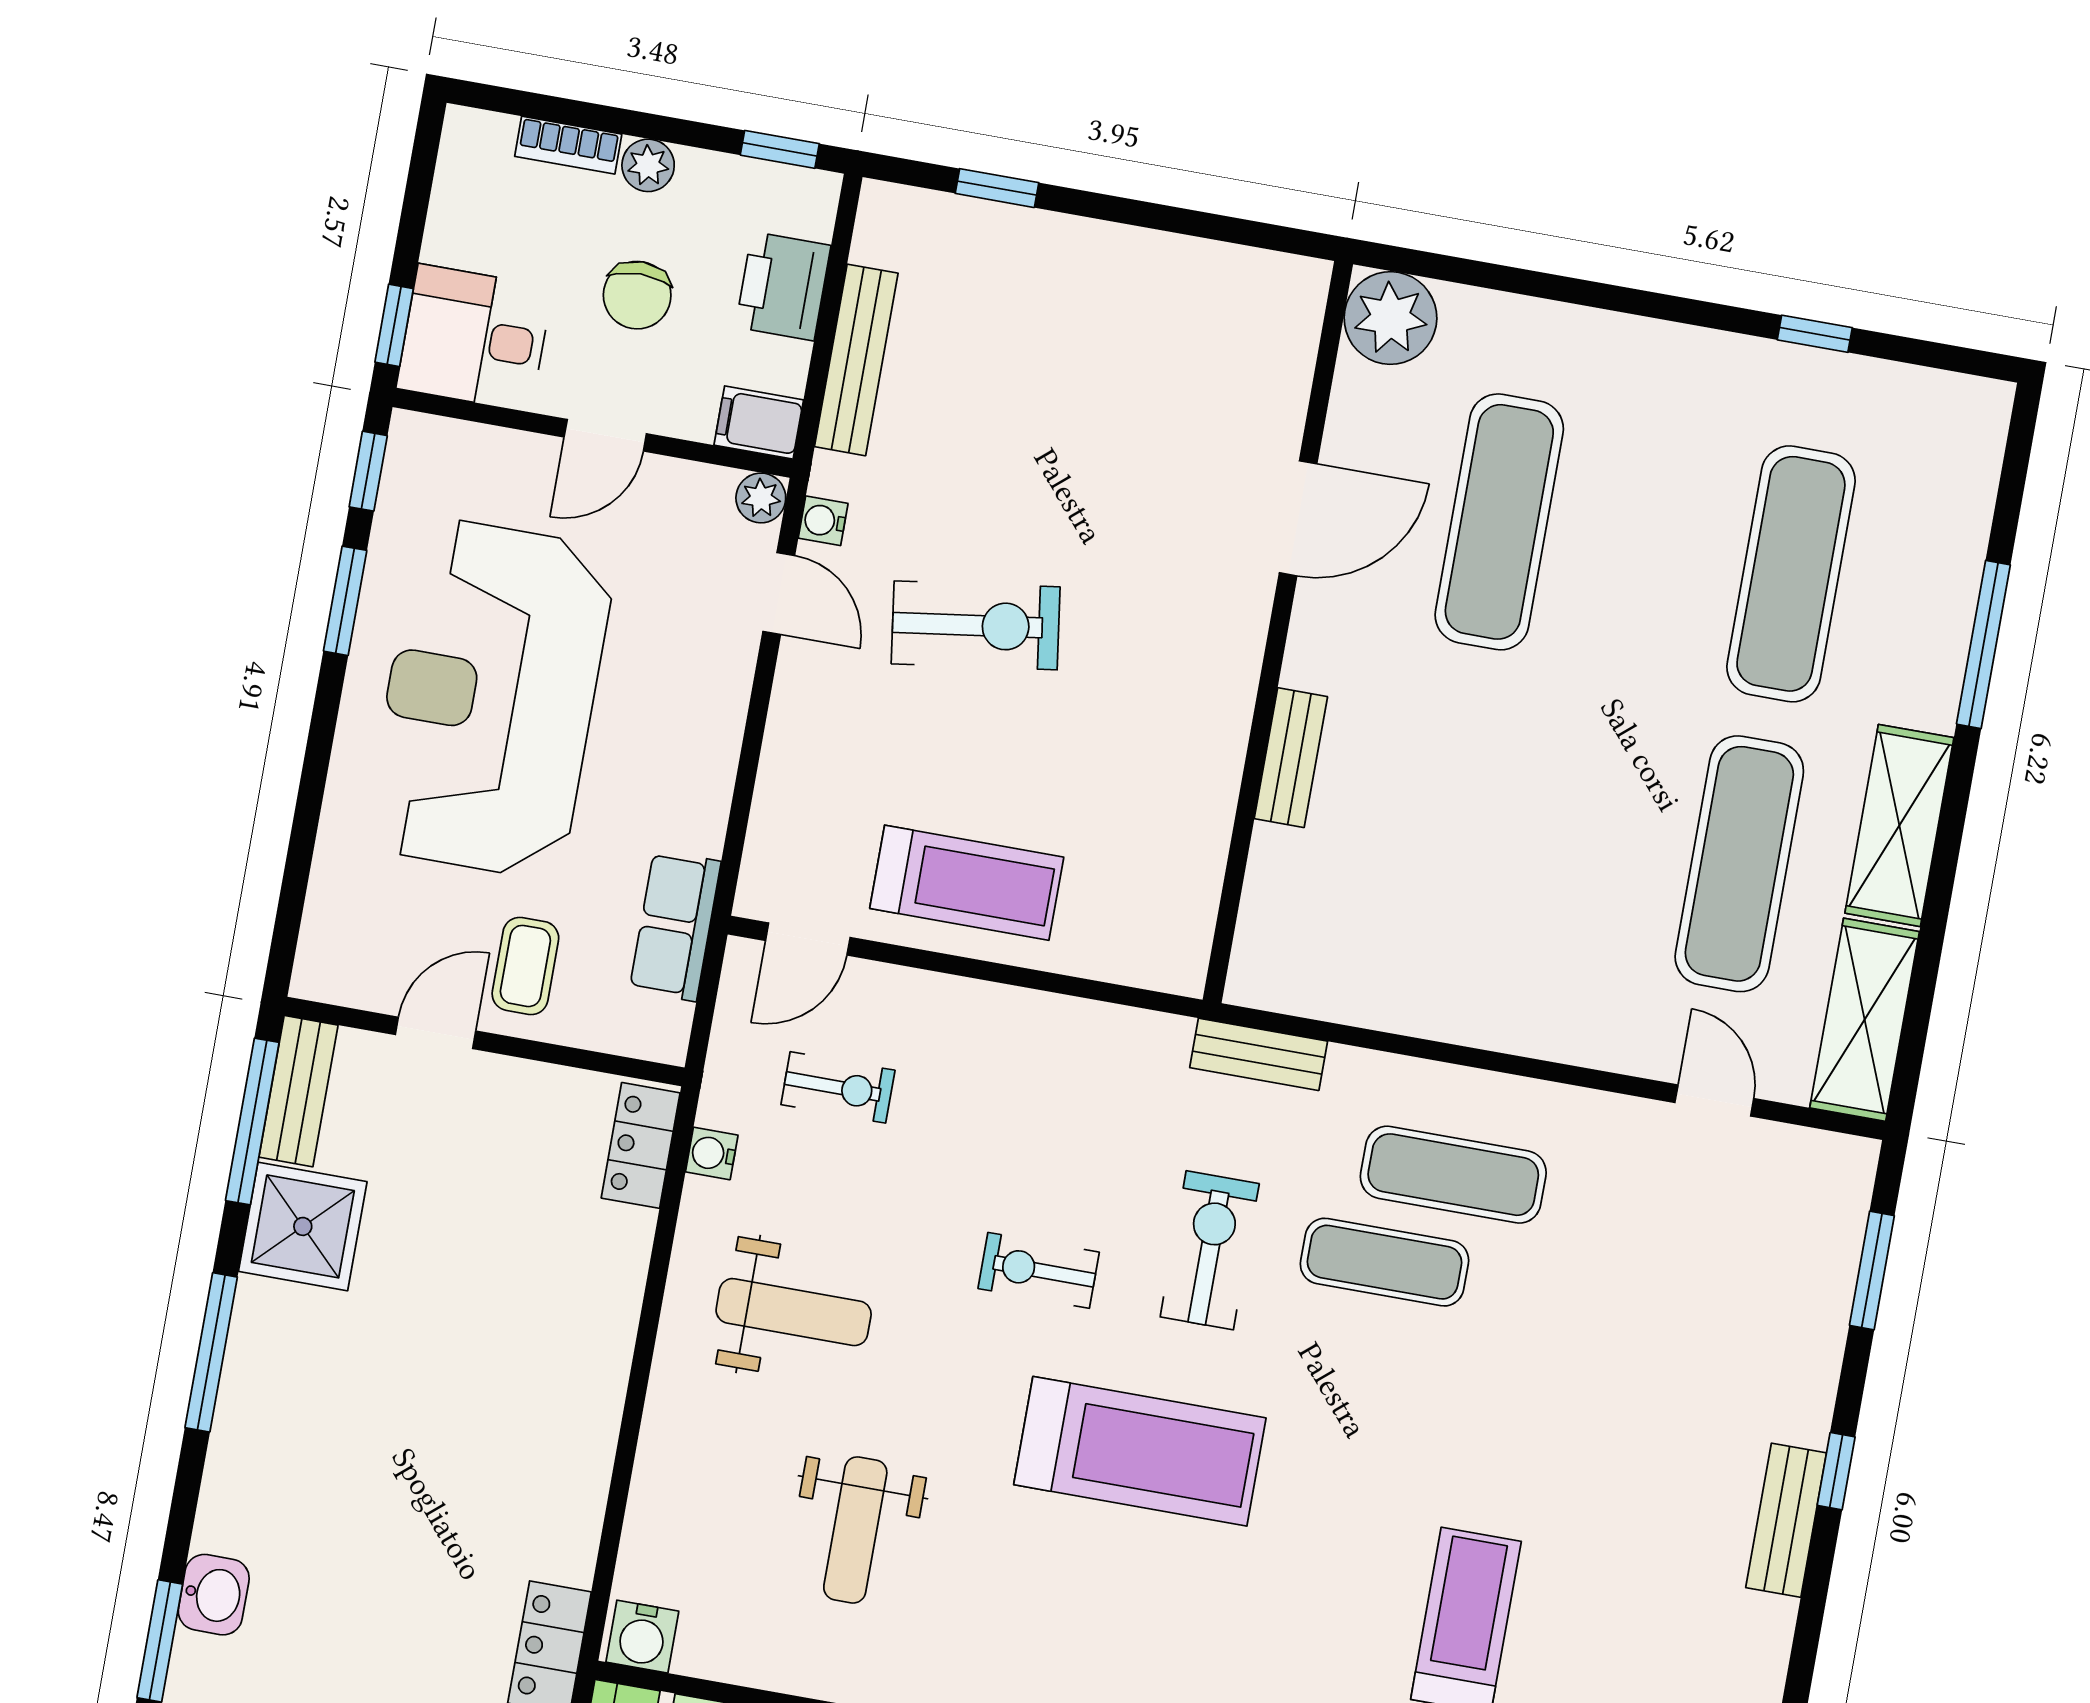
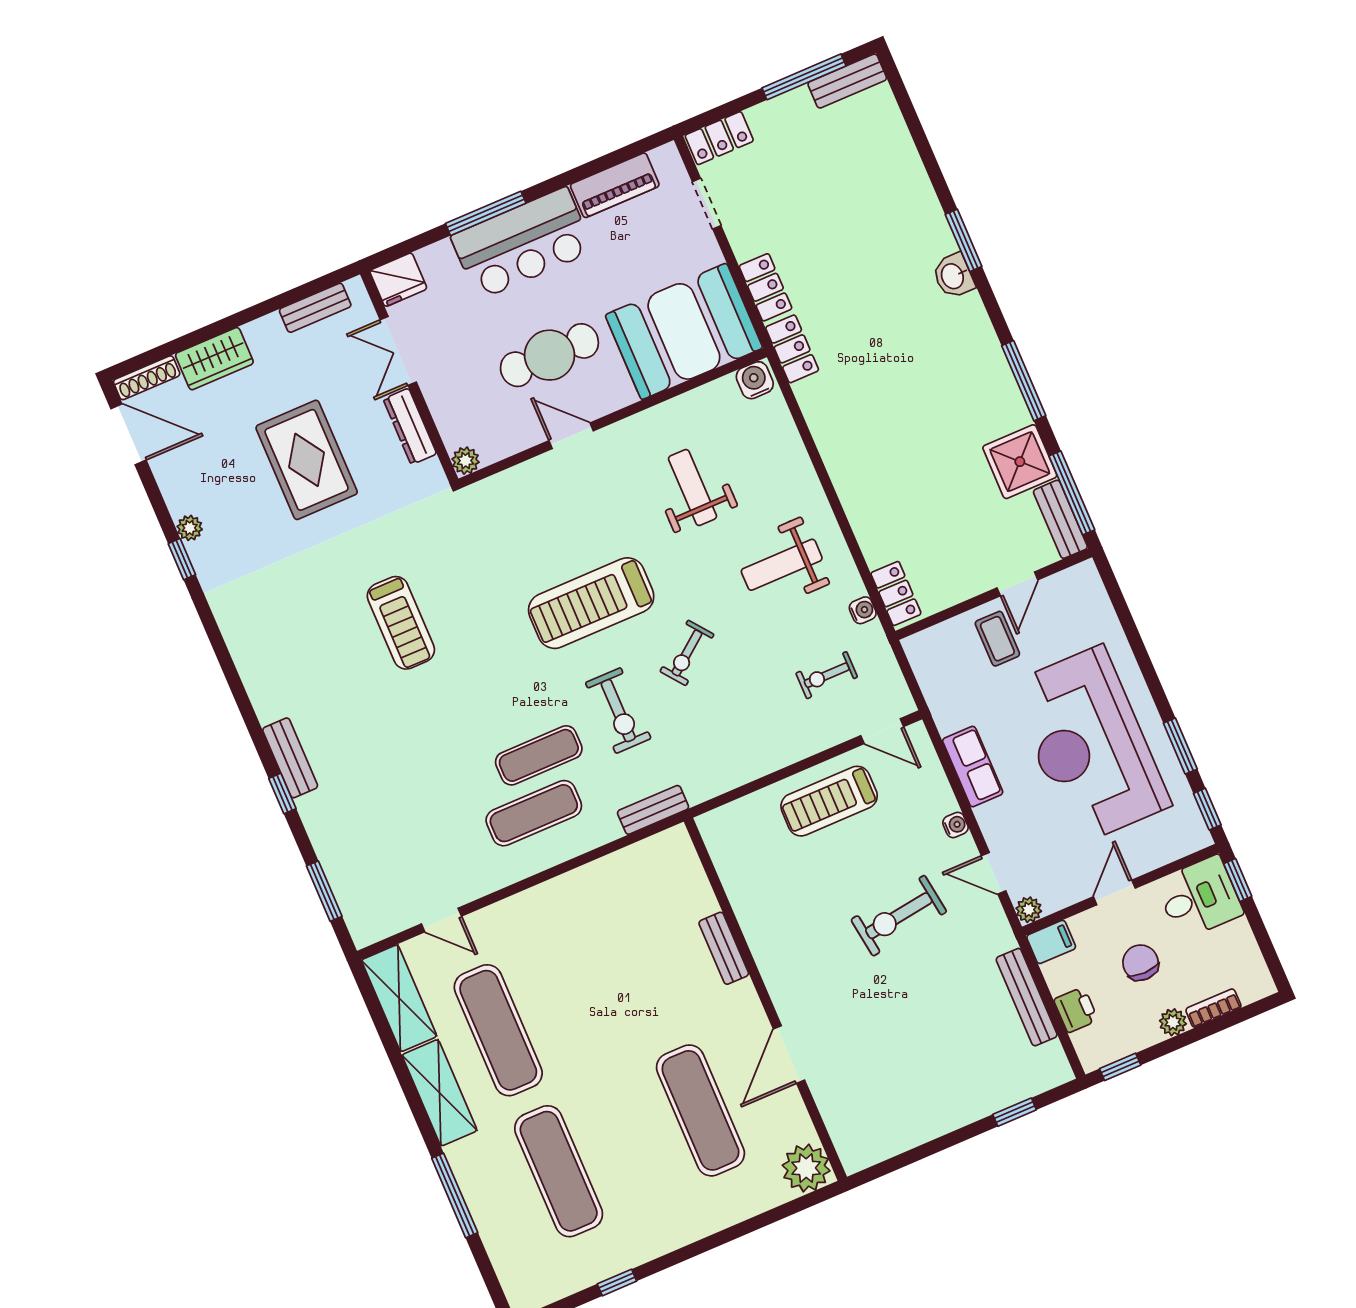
printer: (783, 286) -> (1076, 1010), width x0.73, depth x0.81
water cooler: (823, 521) -> (955, 825), moved
reception desk: (490, 698) -> (1089, 745), turned 180
row of seats: (675, 926) -> (973, 767), moved
door: (808, 939) -> (882, 731), swing flipped
exercise bike: (1039, 1270) -> (687, 653), turned 142

